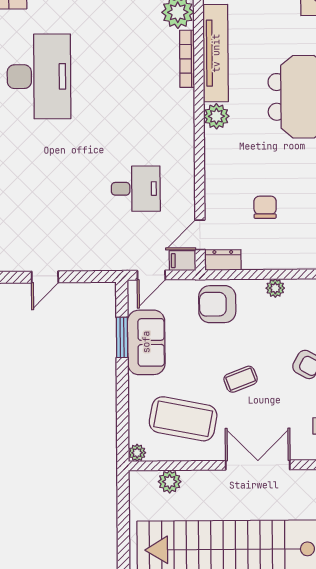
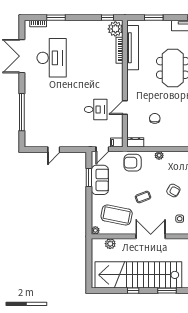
plant: (216, 116) -> (133, 77), removed
door: (200, 235) -> (125, 107), moved

